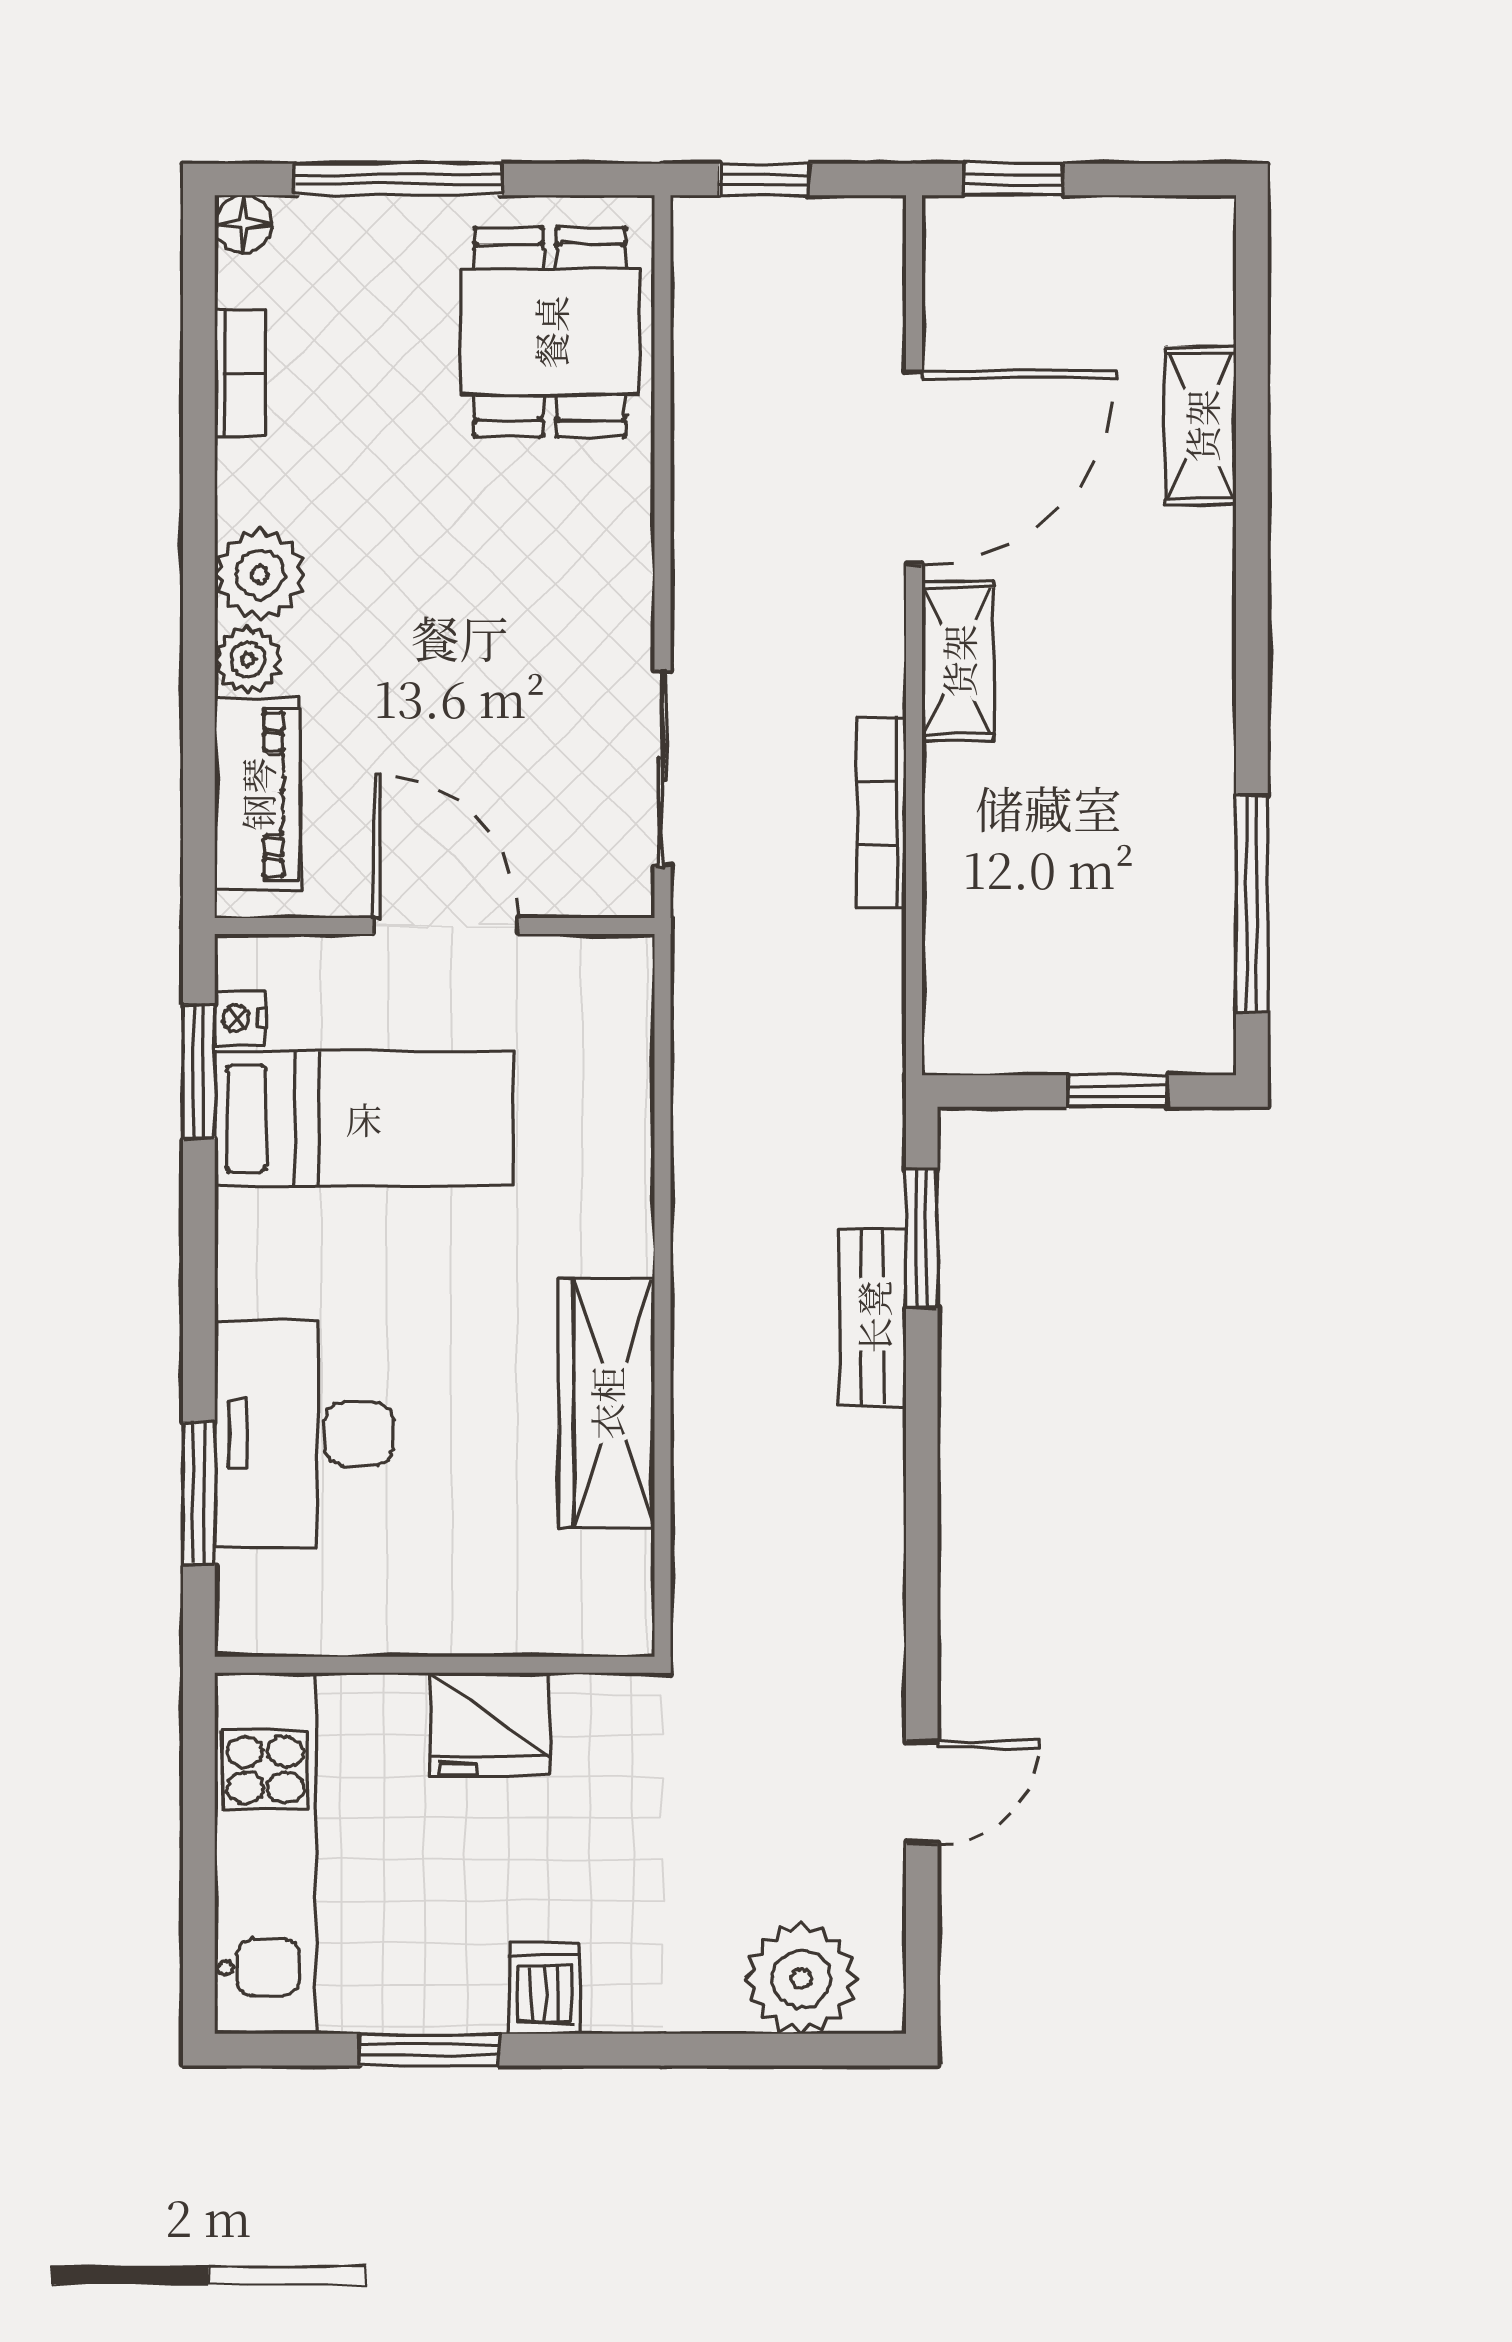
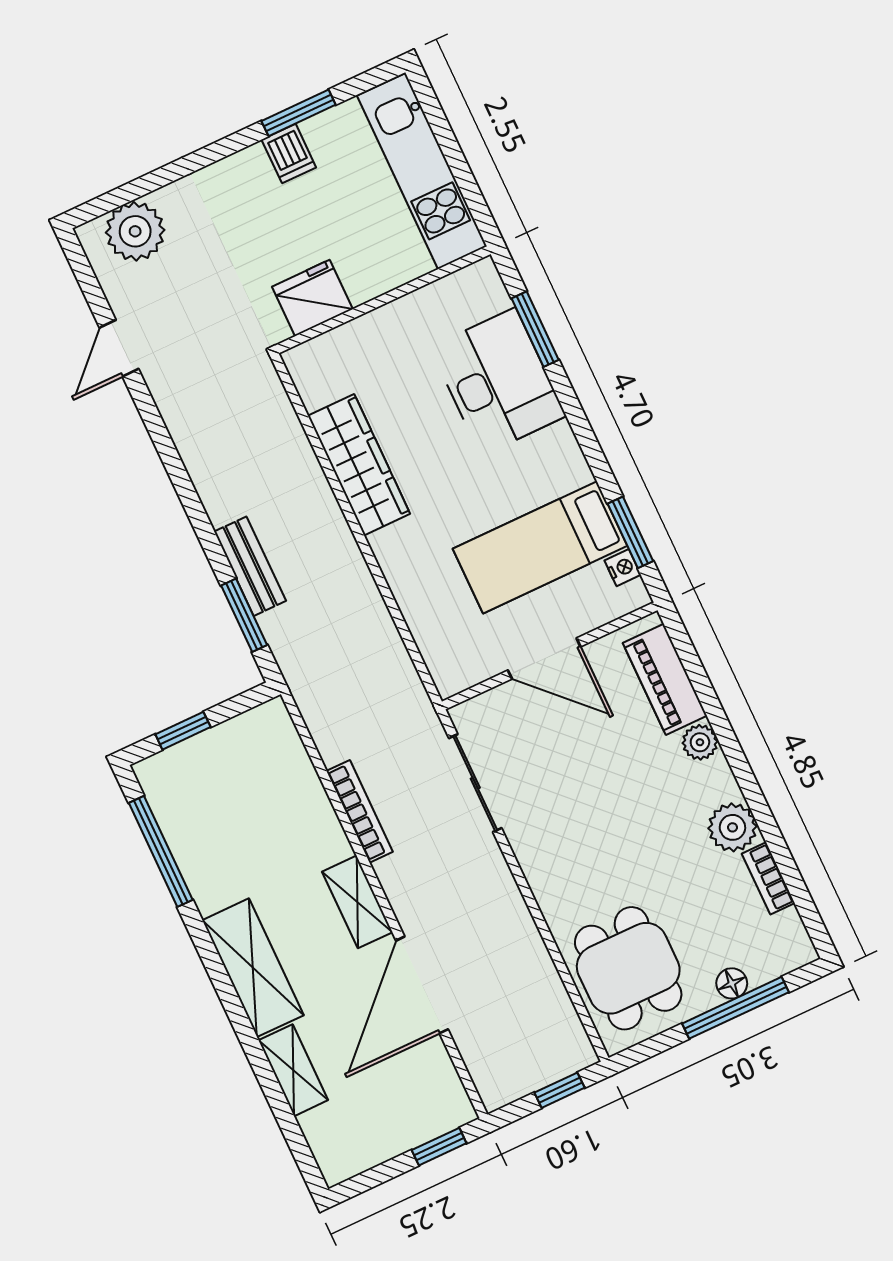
floor lamp: (243, 224) -> (732, 983), moved
plant: (260, 574) -> (732, 827), moved
shelving: (1187, 632) -> (253, 968), added
fridge: (489, 1724) -> (312, 298), moved
dishwasher: (545, 1988) -> (289, 154), moved

